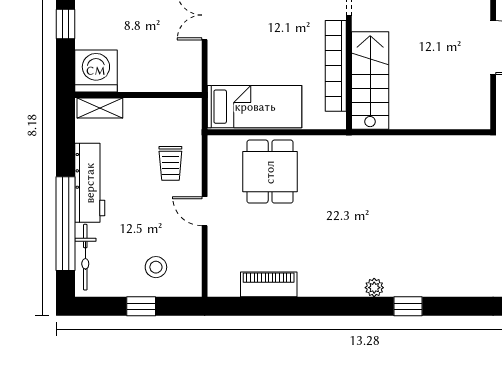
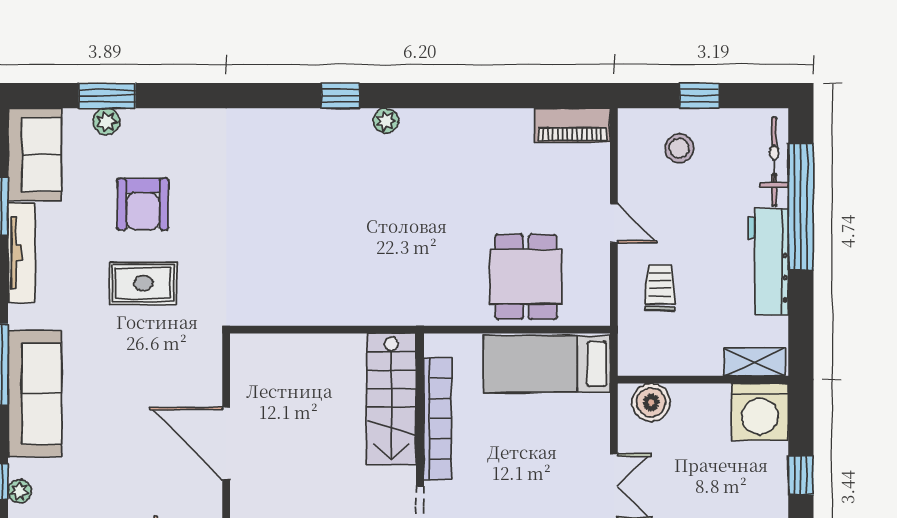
boiler: (177, 78) -> (651, 402), added
piano: (269, 284) -> (572, 125), moved

